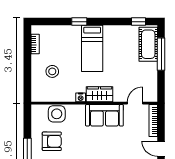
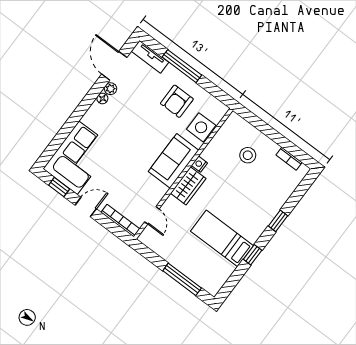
window: (138, 22) -> (253, 255), moved
cot: (148, 44) -> (202, 274), removed
bed: (92, 48) -> (222, 238), moved
sofa: (104, 115) -> (174, 161), moved

